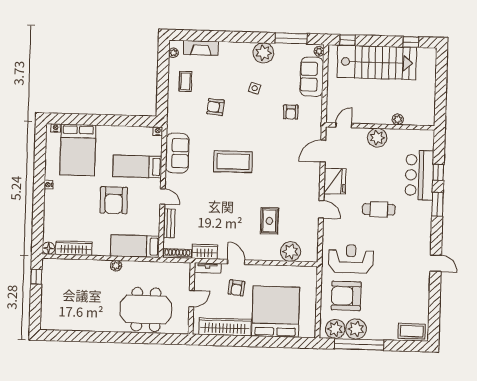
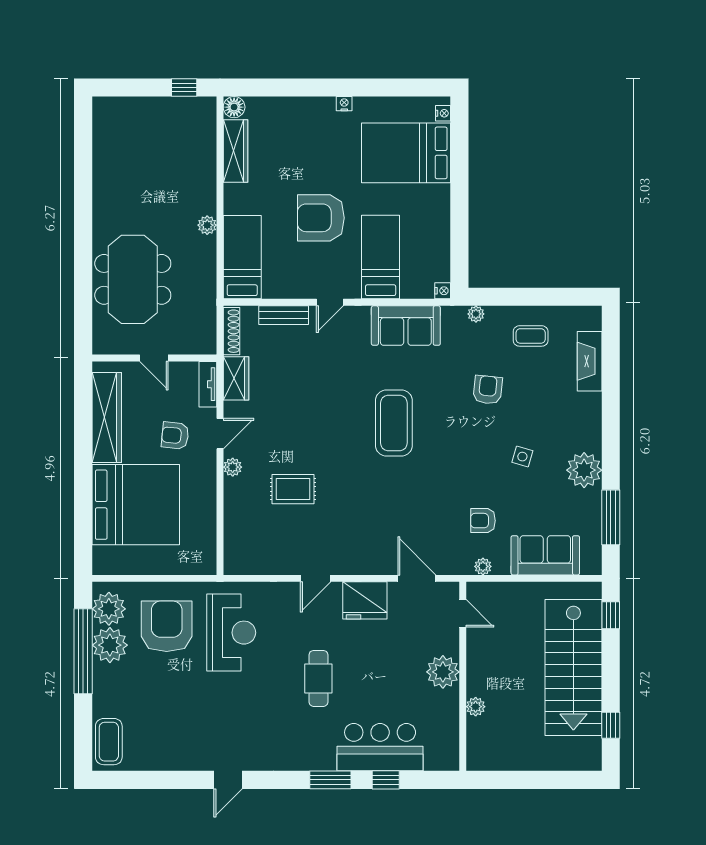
plant: (319, 51) -> (483, 566), moved
plant: (173, 53) -> (476, 314), moved
plant: (291, 252) -> (233, 467), moved, width x0.53, depth x0.53

